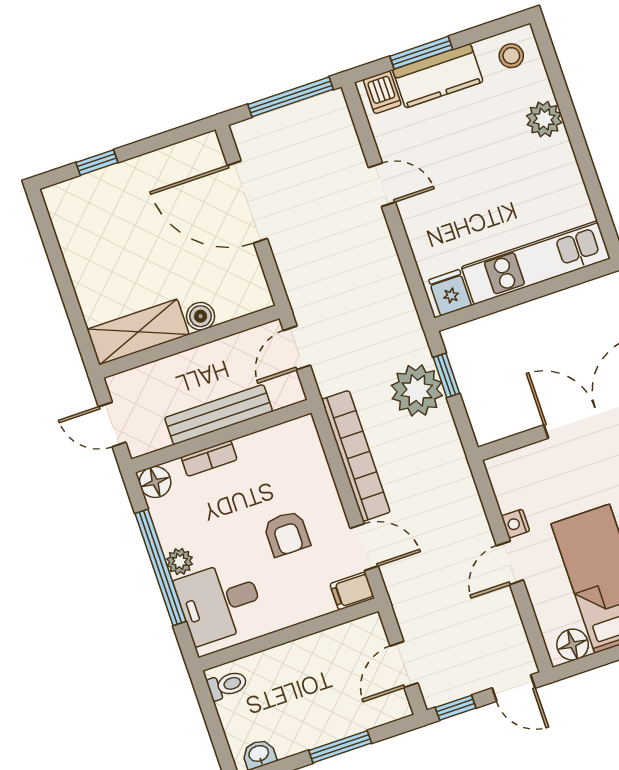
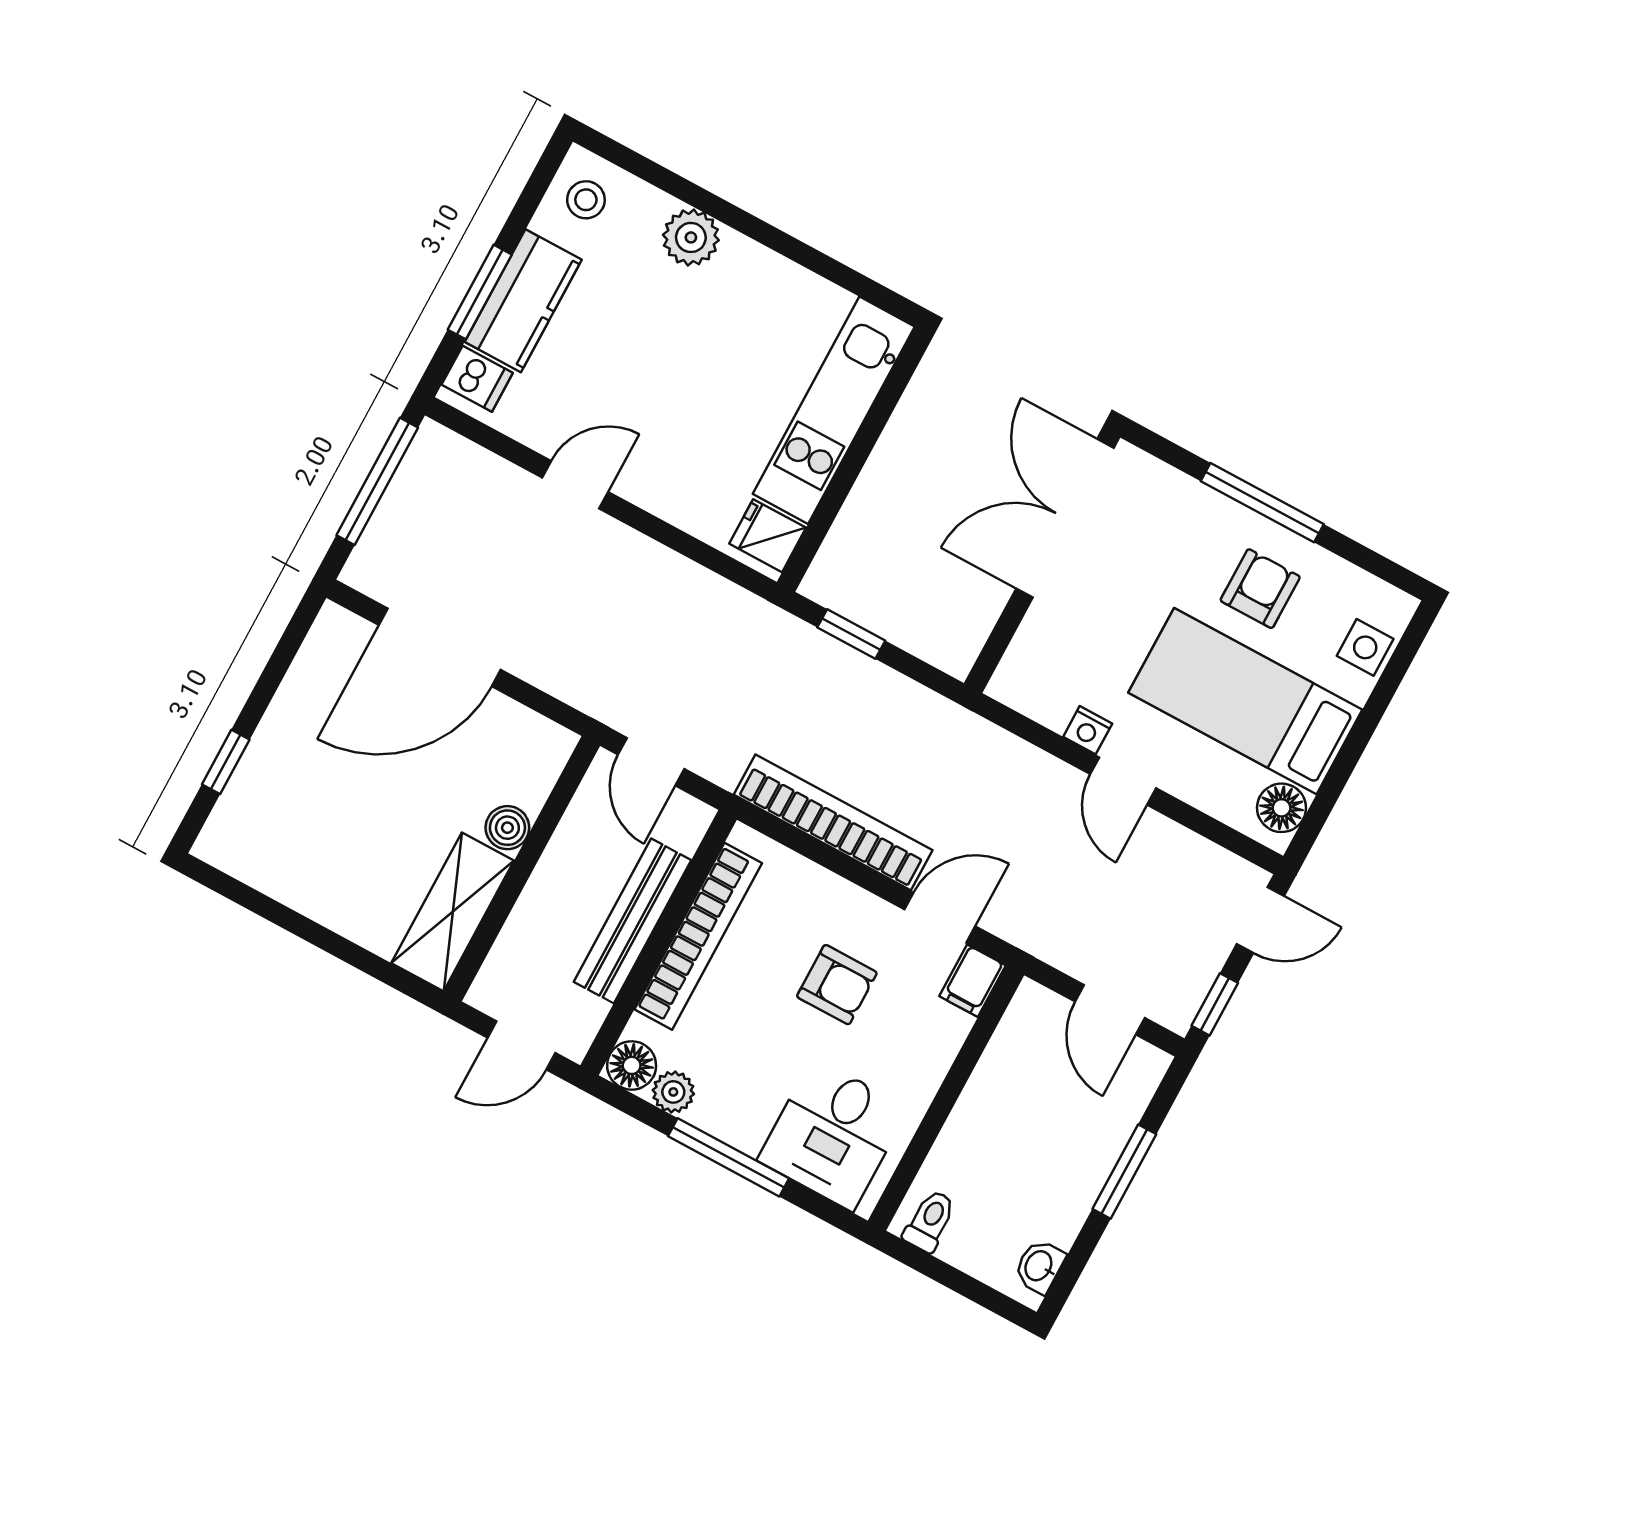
plant: (417, 390) -> (833, 683), removed
bookcase: (209, 458) -> (698, 936), width x2.31, depth x1.31
plant: (180, 561) -> (673, 1092), moved
window: (161, 567) -> (728, 1157), width x0.68

